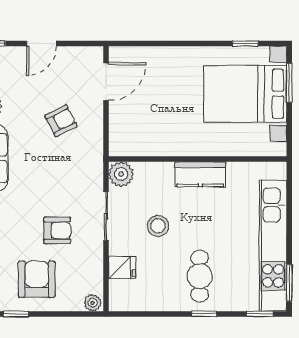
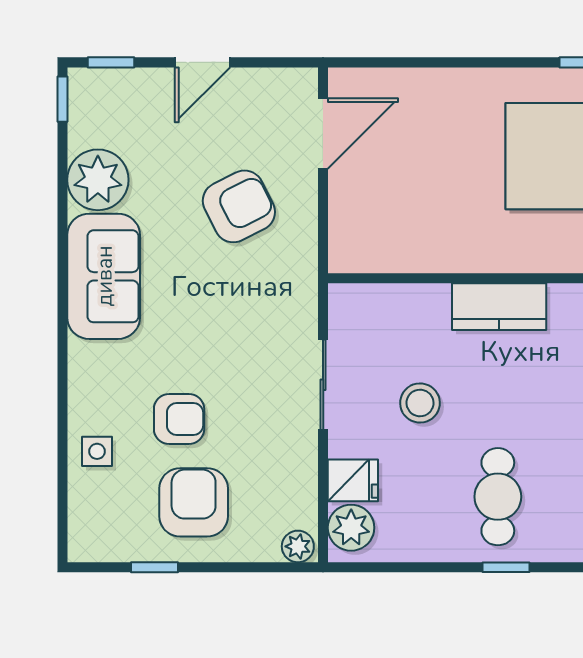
armchair: (61, 121) -> (239, 206), width x1.38, depth x1.38
plant: (121, 174) -> (351, 528), moved
armchair: (57, 230) -> (179, 419), moved

